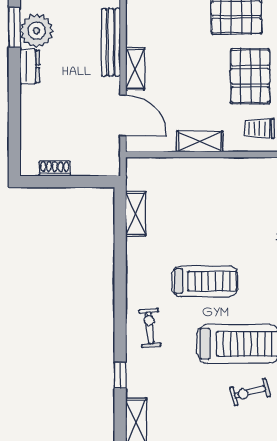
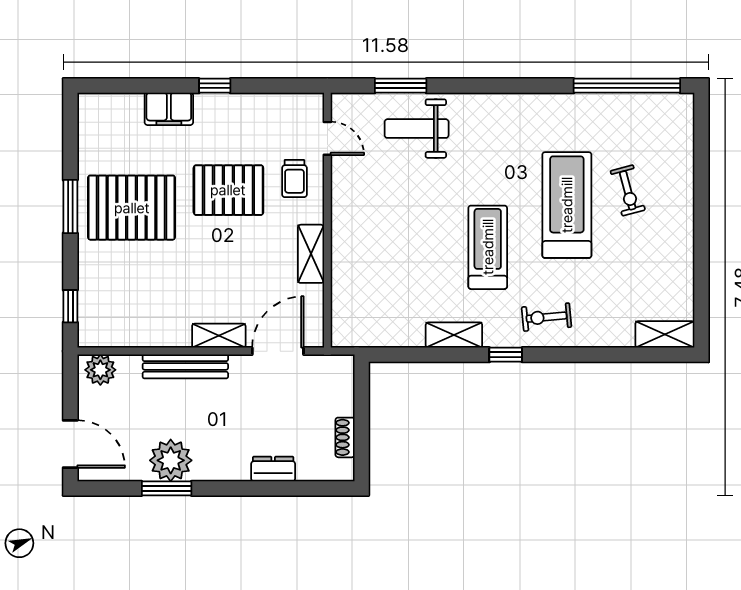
dresser: (30, 66) -> (273, 469), moved
shelving: (136, 214) -> (454, 335), moved
window: (120, 375) -> (506, 355), moved

